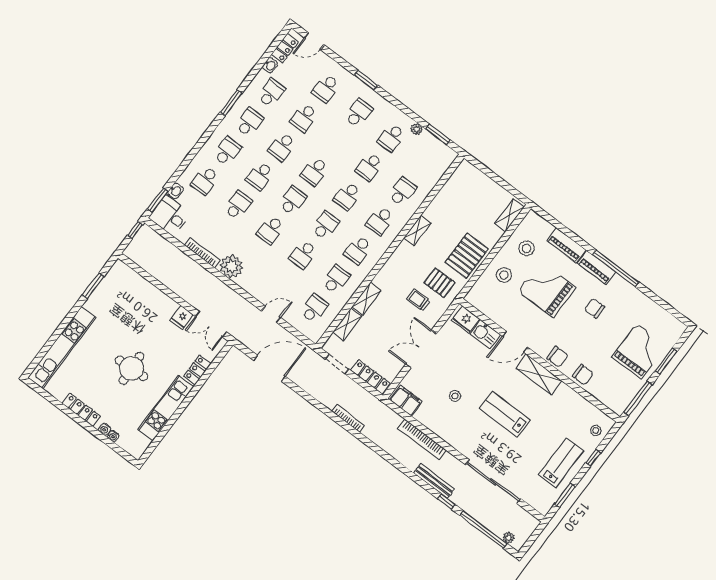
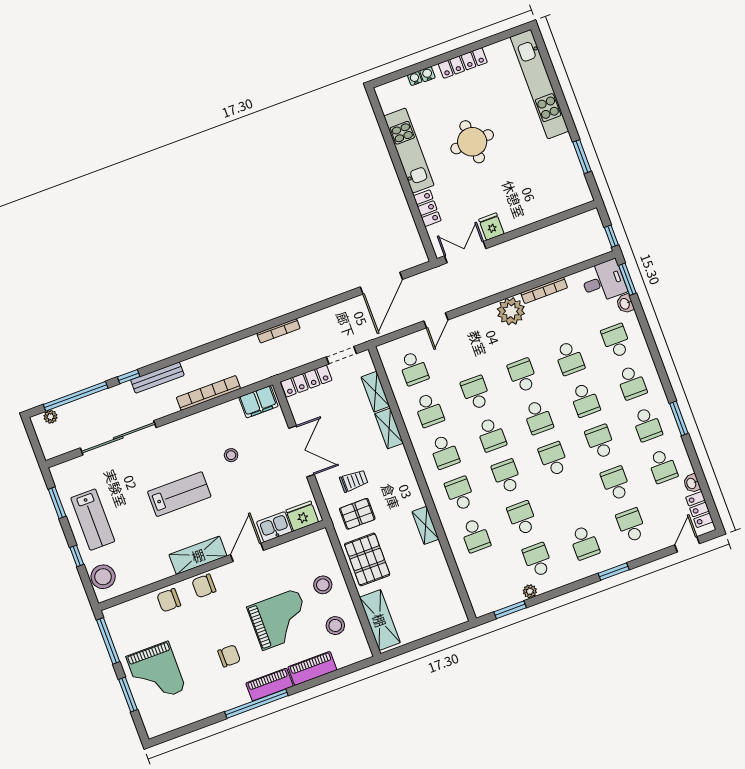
school desk: (260, 176) -> (585, 400), turned 180
shelving: (509, 215) -> (380, 620), width x1.50, depth x1.33
school desk: (358, 250) -> (444, 452), turned 180
stool: (596, 430) -> (103, 577), width x1.89, depth x1.89

